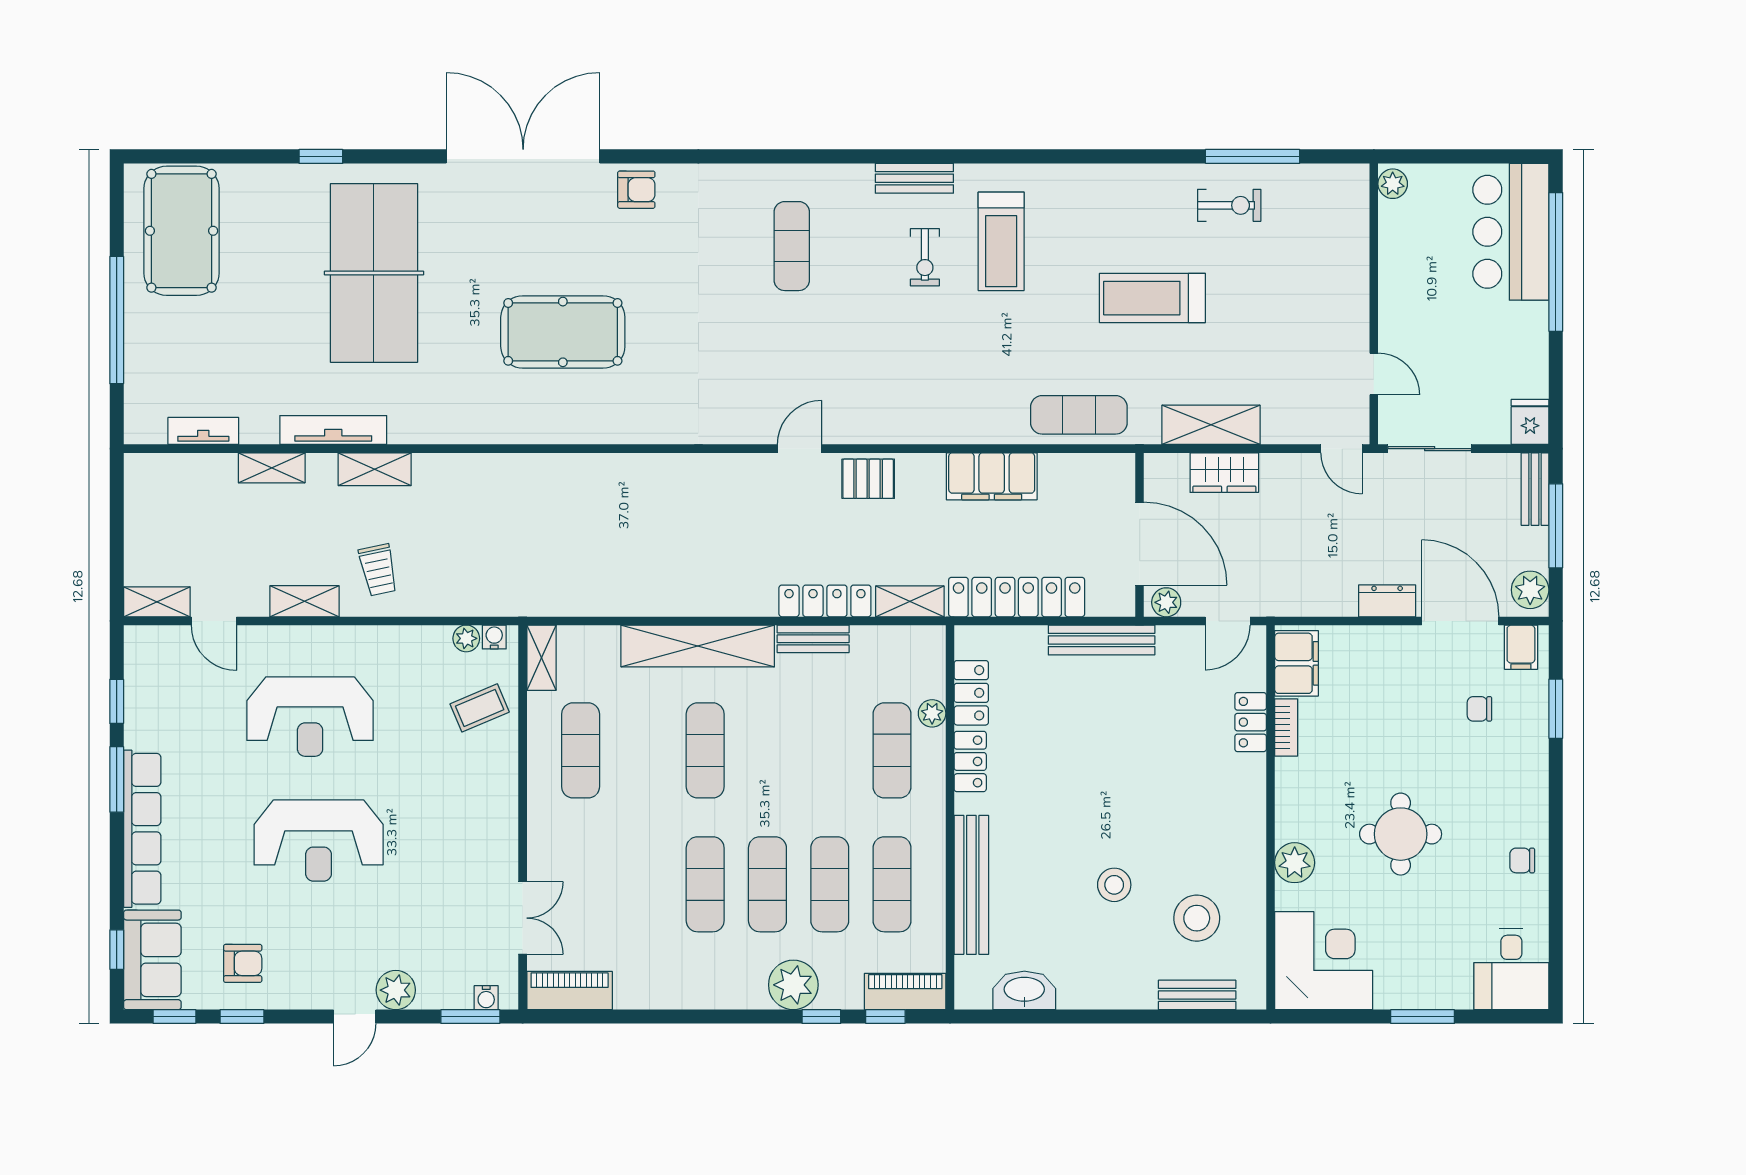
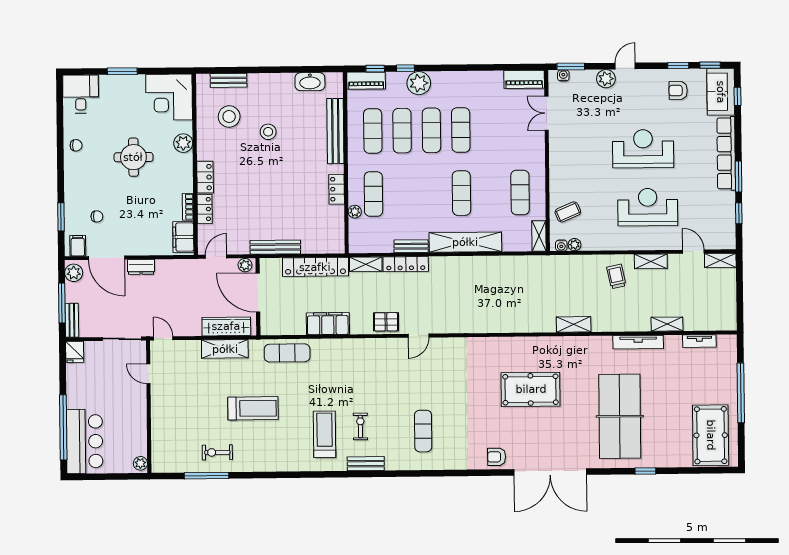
shelving: (375, 469) -> (574, 324), moved
wardrobe: (1224, 473) -> (226, 326), width x1.50
locker: (971, 693) -> (205, 177), moved, turned 180

